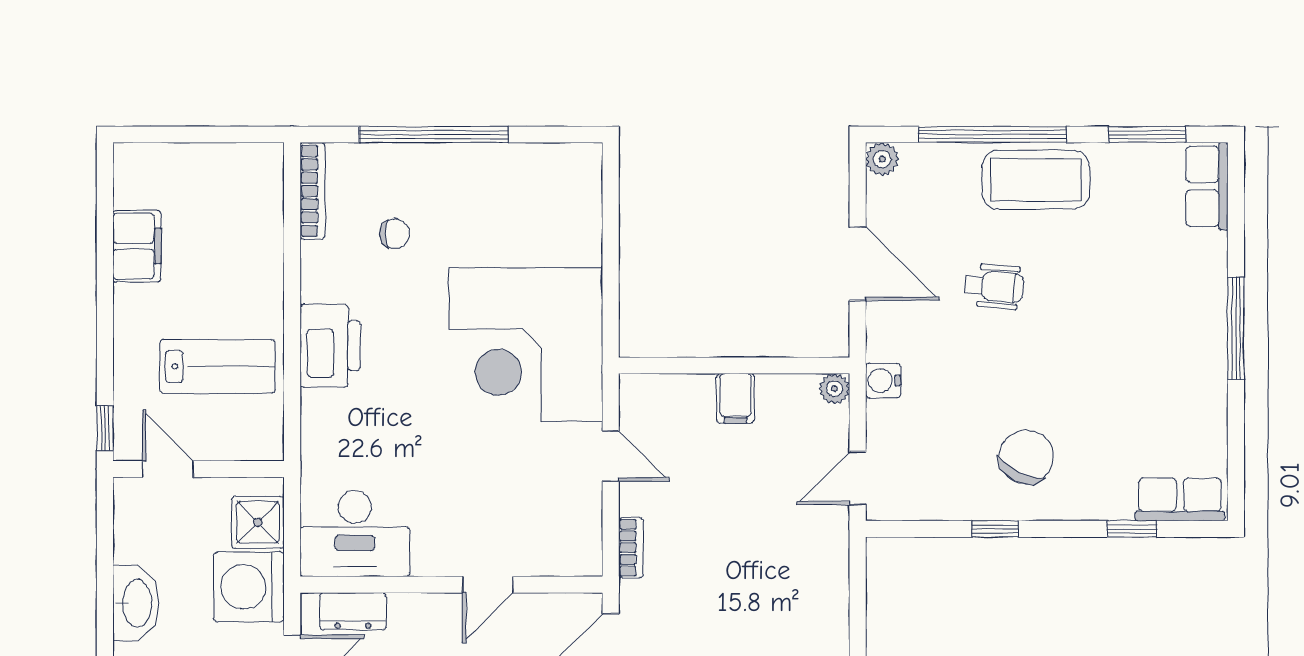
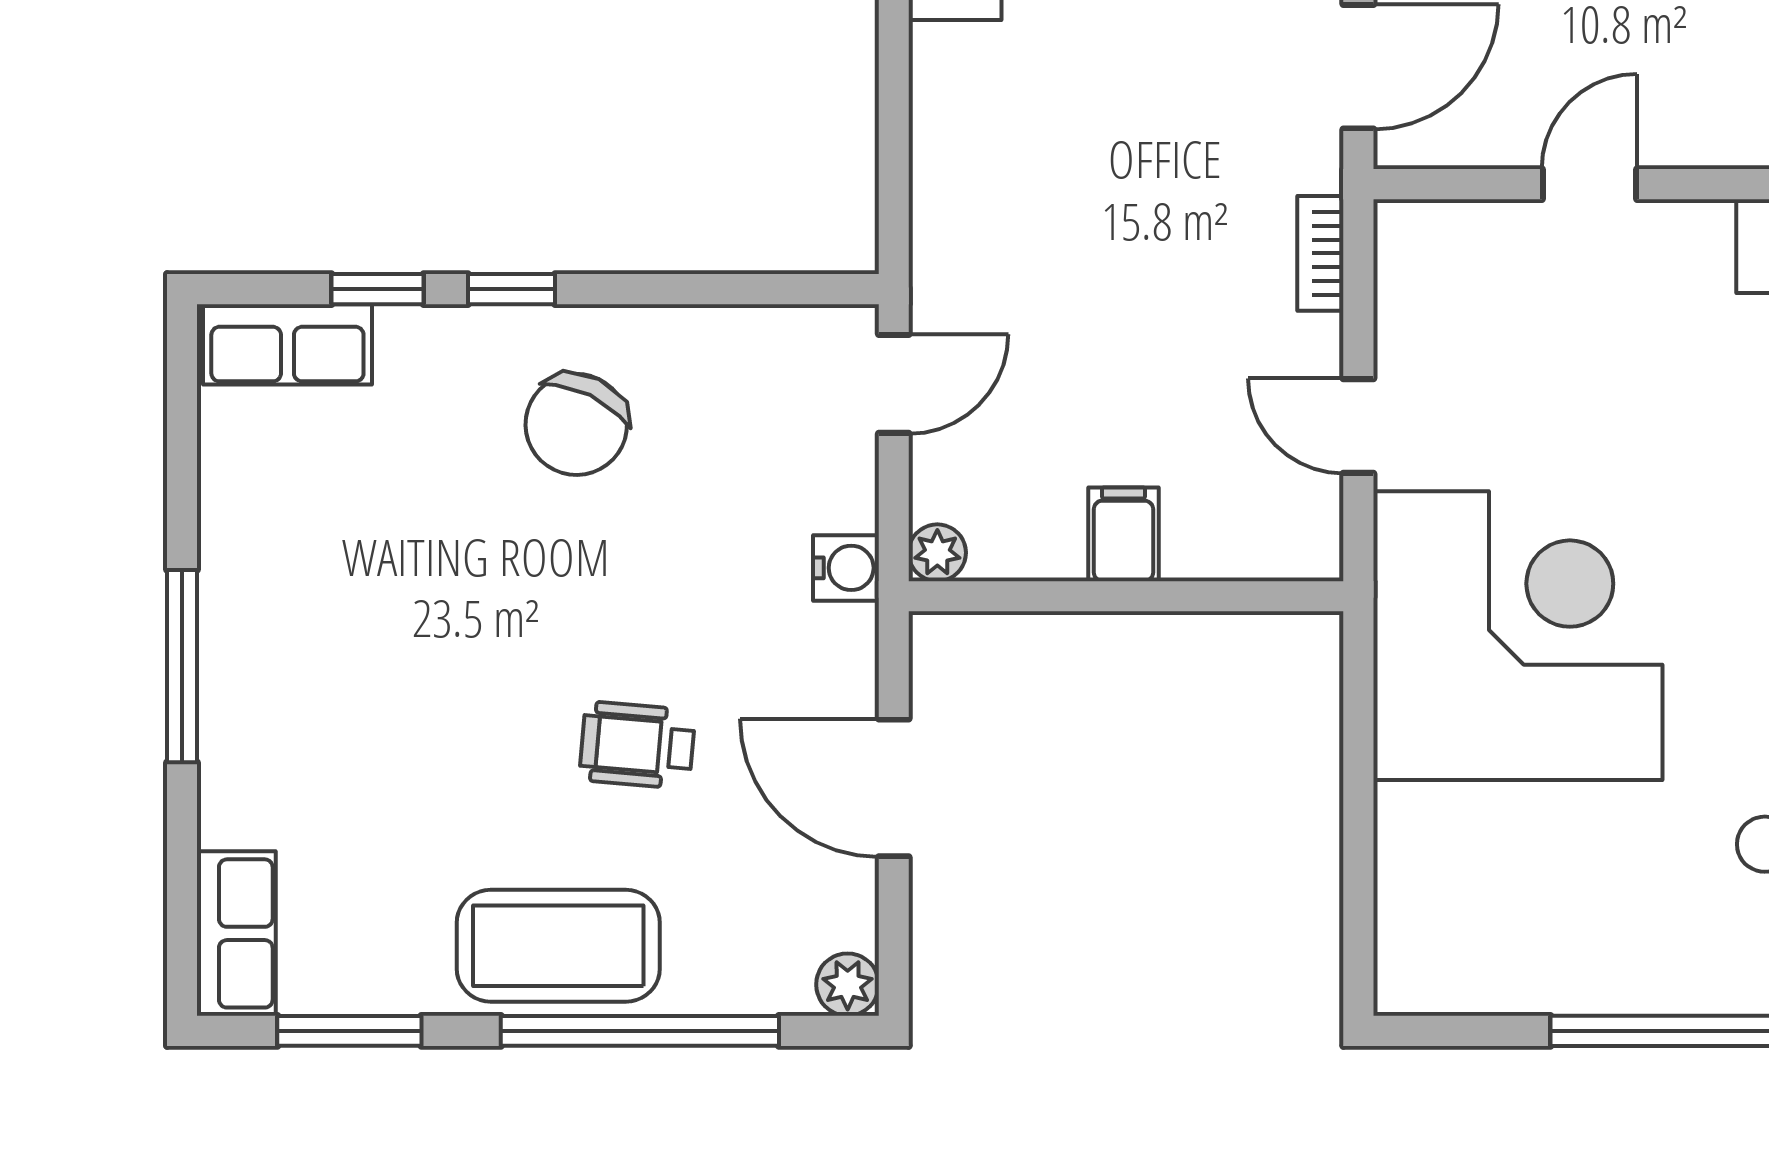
window: (995, 529) -> (511, 289), moved

